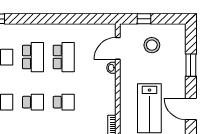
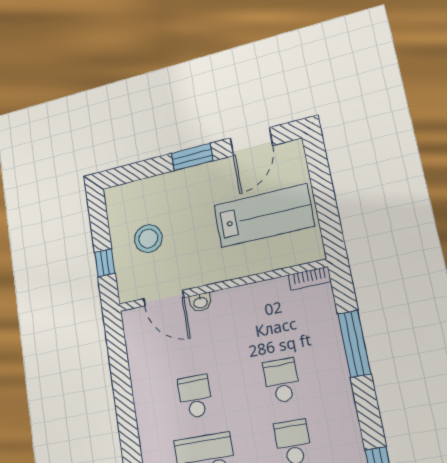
school desk: (64, 57) -> (195, 396), width x0.54
window: (191, 65) -> (192, 157), moved

